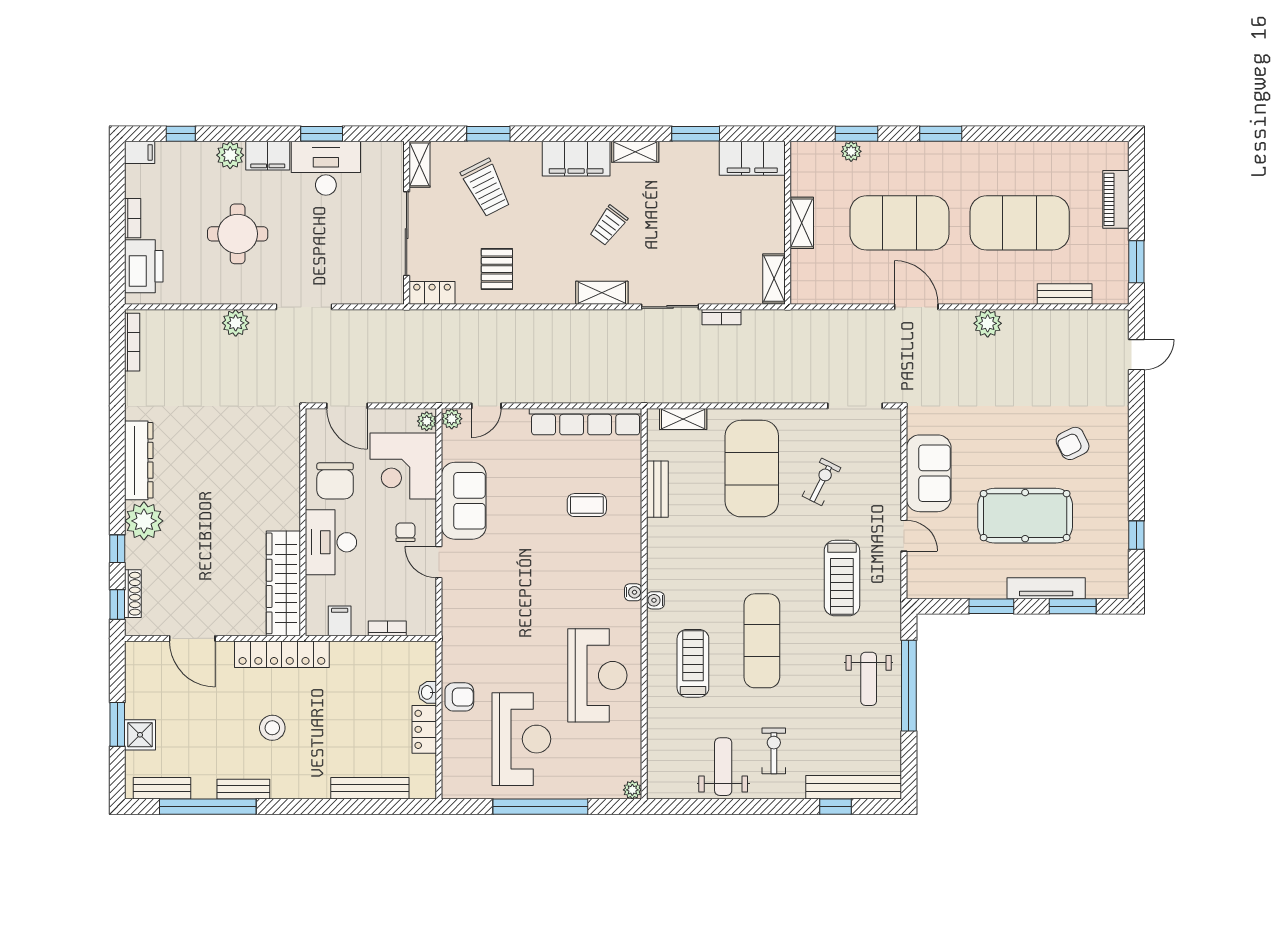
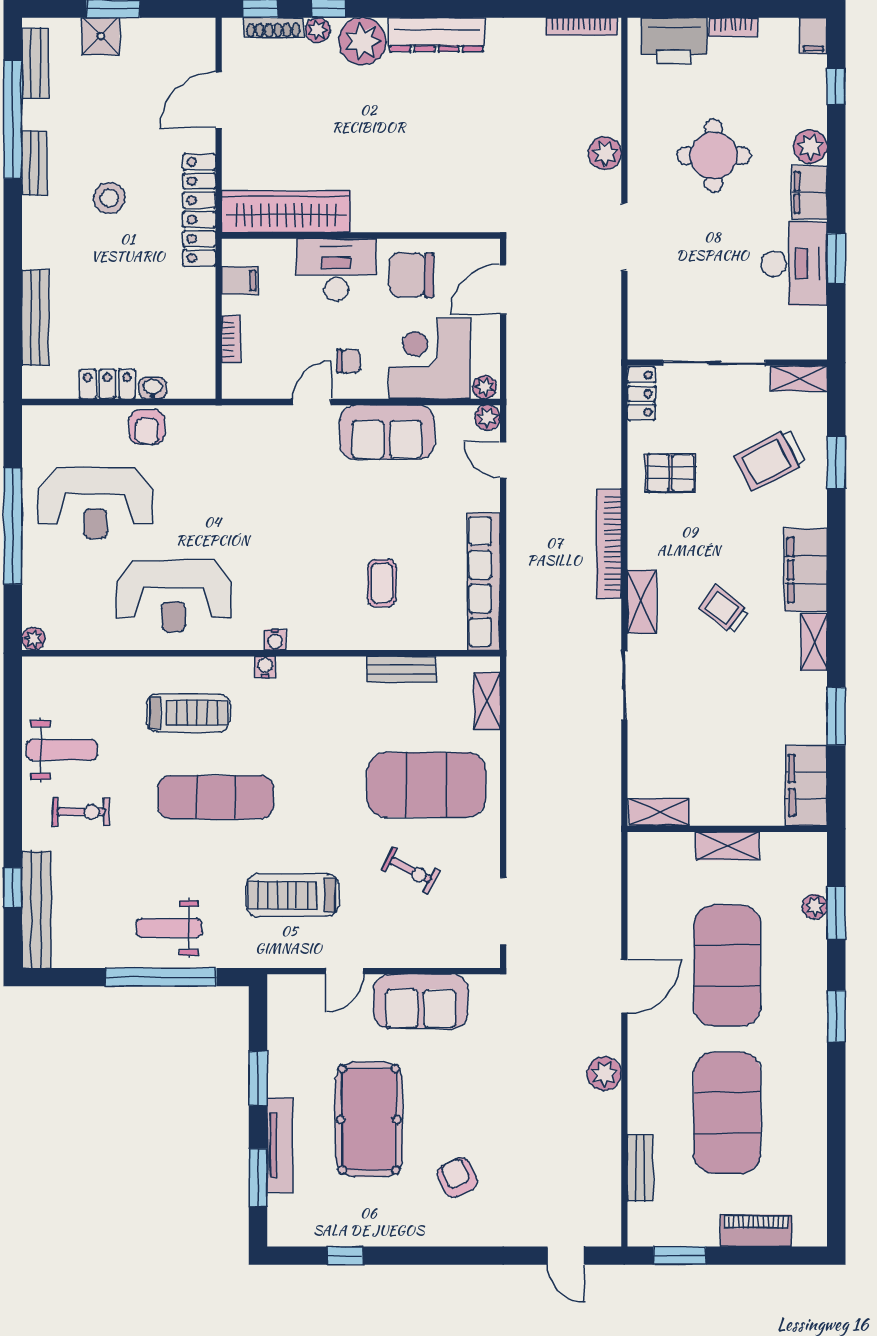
bookcase: (721, 317) -> (609, 544), moved, width x2.31, depth x1.31
plant: (135, 558) -> (318, 30), added

